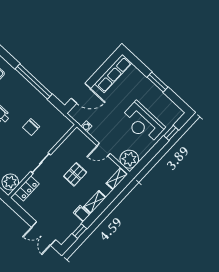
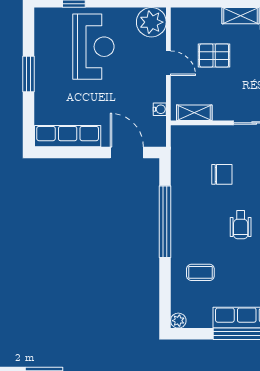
pallet: (75, 174) -> (214, 55), moved
shelving: (117, 179) -> (194, 113), moved

